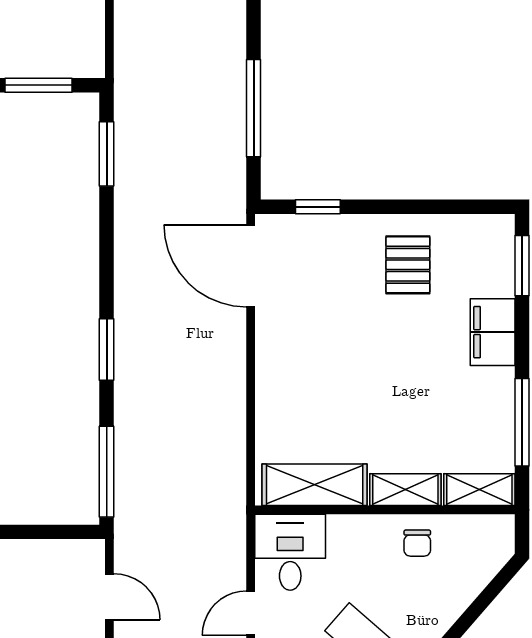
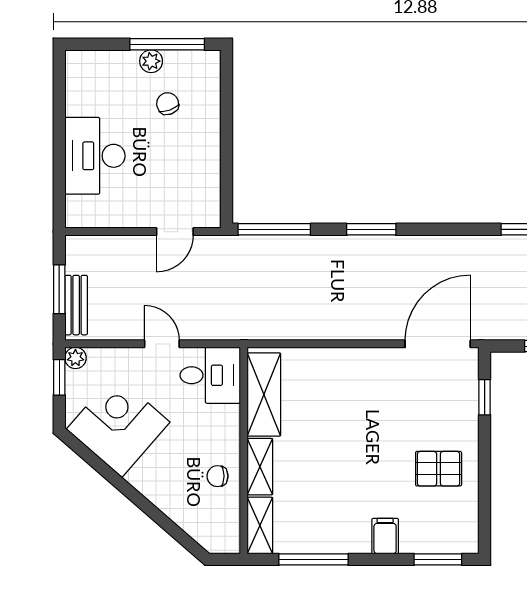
filing cabinet: (493, 332) -> (385, 536), width x0.50

